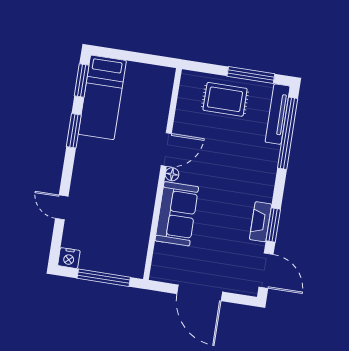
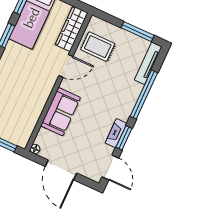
wardrobe: (160, 96) -> (72, 29), added
rug: (225, 99) -> (98, 47), moved
window: (288, 133) -> (144, 94), moved
floor lamp: (172, 174) -> (35, 149), moved

